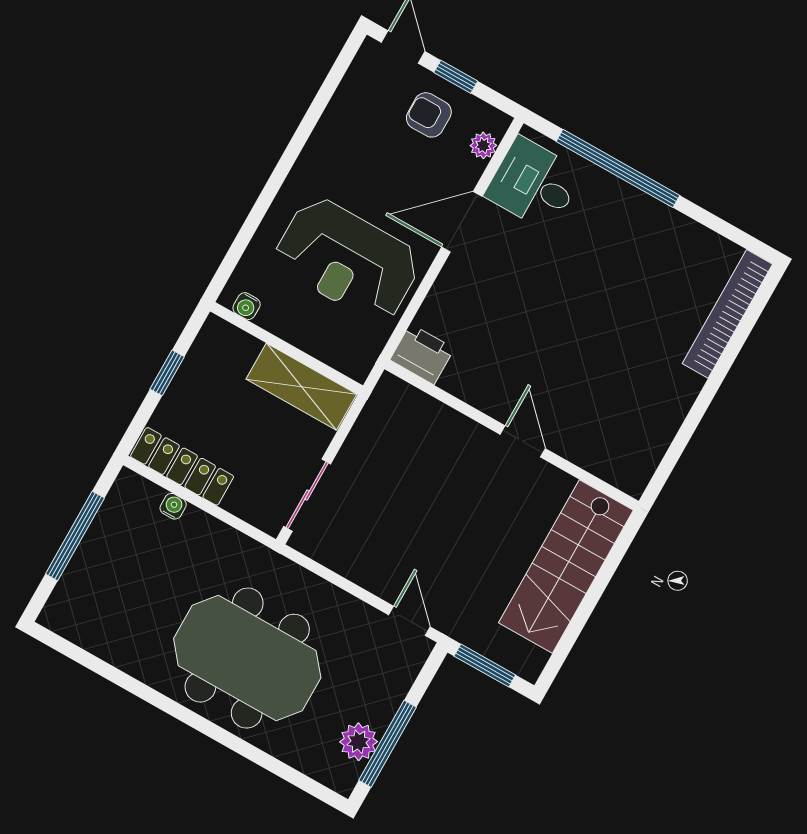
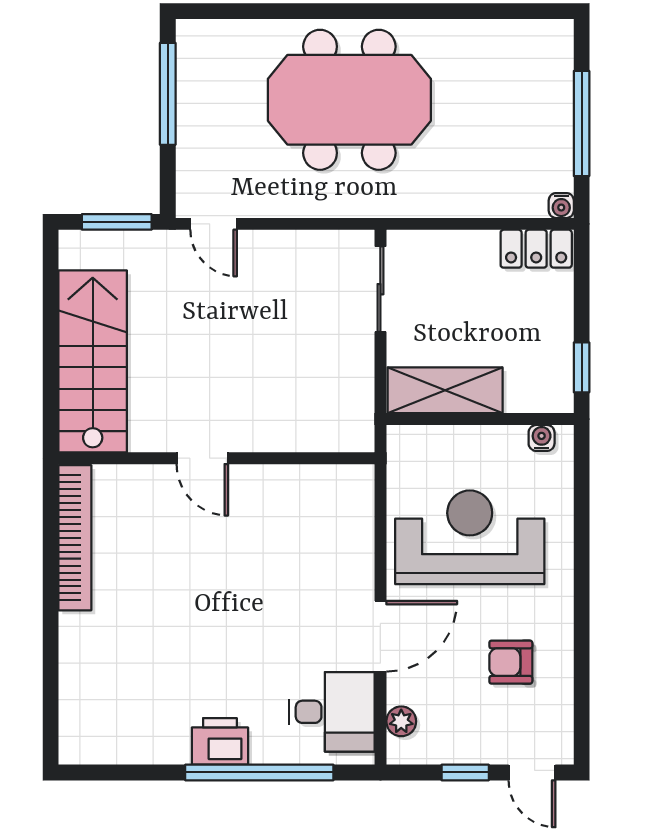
armchair: (429, 115) -> (511, 662), moved, turned 180
bookcase: (727, 314) -> (75, 538), moved
printer: (422, 354) -> (220, 741), moved, turned 180
window: (167, 373) -> (582, 367), moved
locker: (182, 466) -> (536, 249), width x0.66
water cooler: (173, 506) -> (561, 206), moved
plant: (359, 742) -> (197, 80), removed

